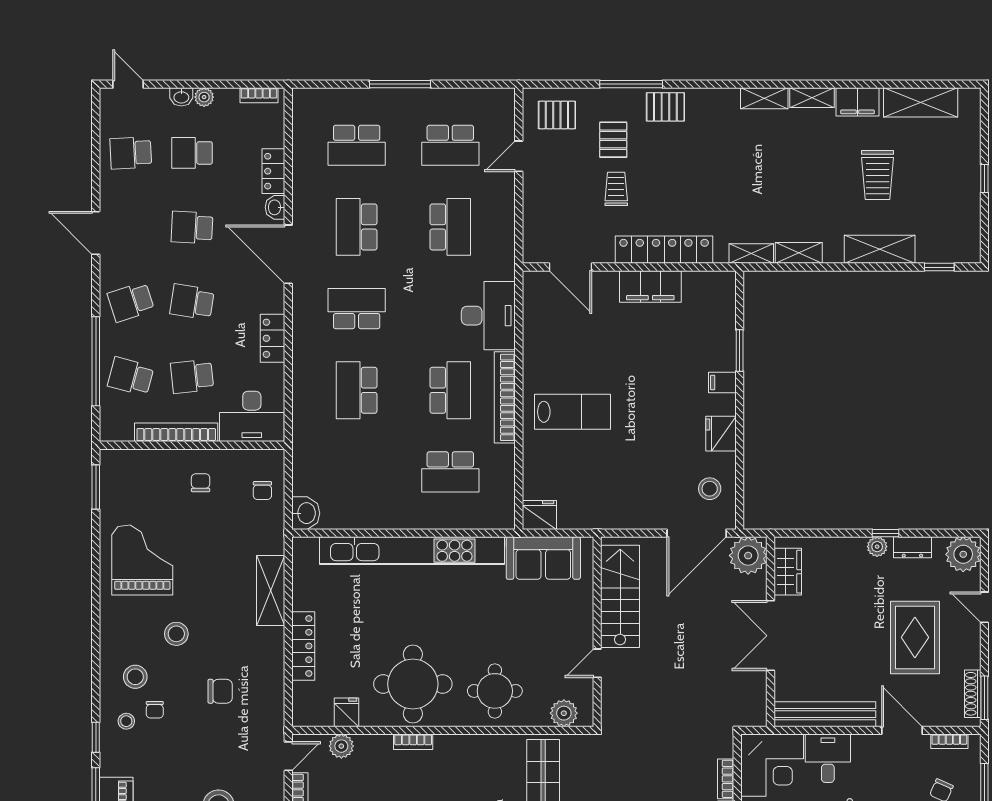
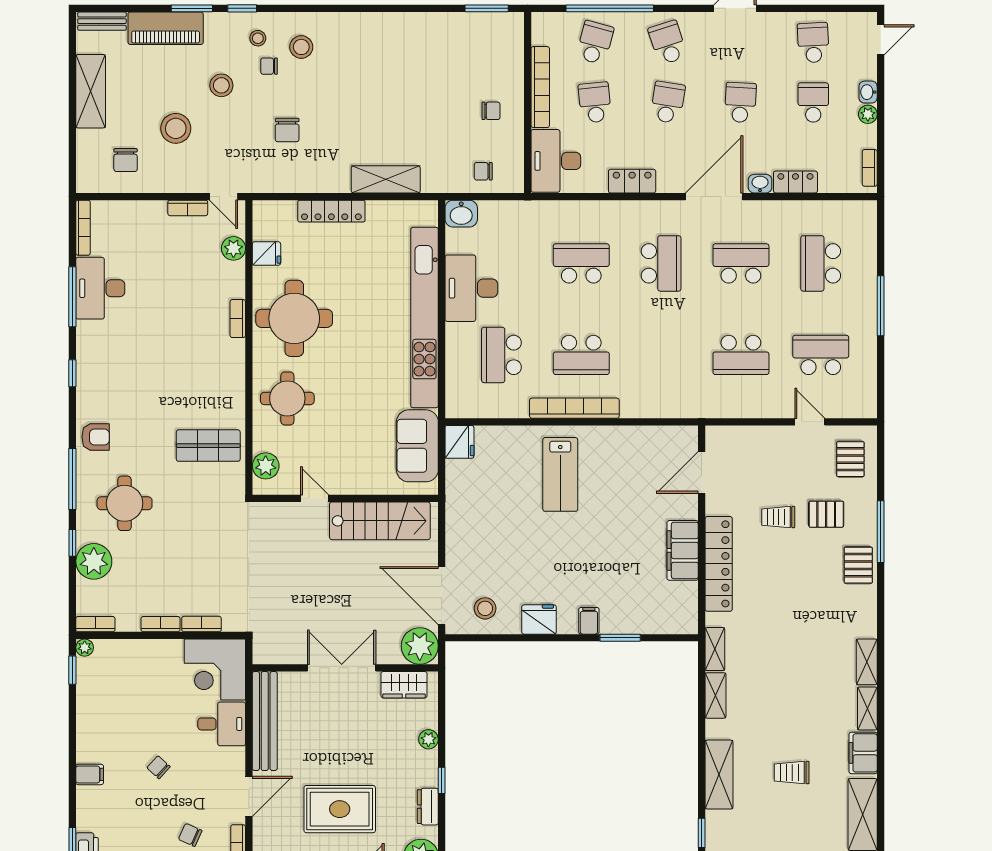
school desk: (450, 145) -> (821, 355), turned 90
trolley: (878, 175) -> (792, 773), width x0.73, depth x0.72
trolley: (616, 189) -> (778, 517), turned 180
desk: (488, 316) -> (471, 288), moved, turned 90
plant: (877, 547) -> (428, 739), moved
grand piano: (142, 560) -> (415, 54), removed
stool: (176, 634) -> (221, 85), moved

